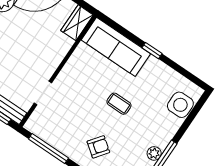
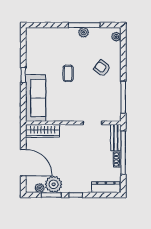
wardrobe: (77, 23) -> (43, 131), width x1.50
side table: (180, 105) -> (44, 36), removed

